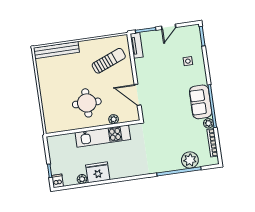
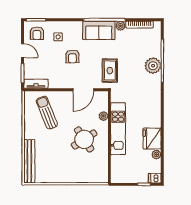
armchair: (188, 39) -> (37, 33), added
armchair: (170, 79) -> (72, 56), added
round table: (87, 103) -> (84, 139), turned -33
rug: (161, 119) -> (110, 71), added
plant: (190, 160) -> (153, 66), moved

